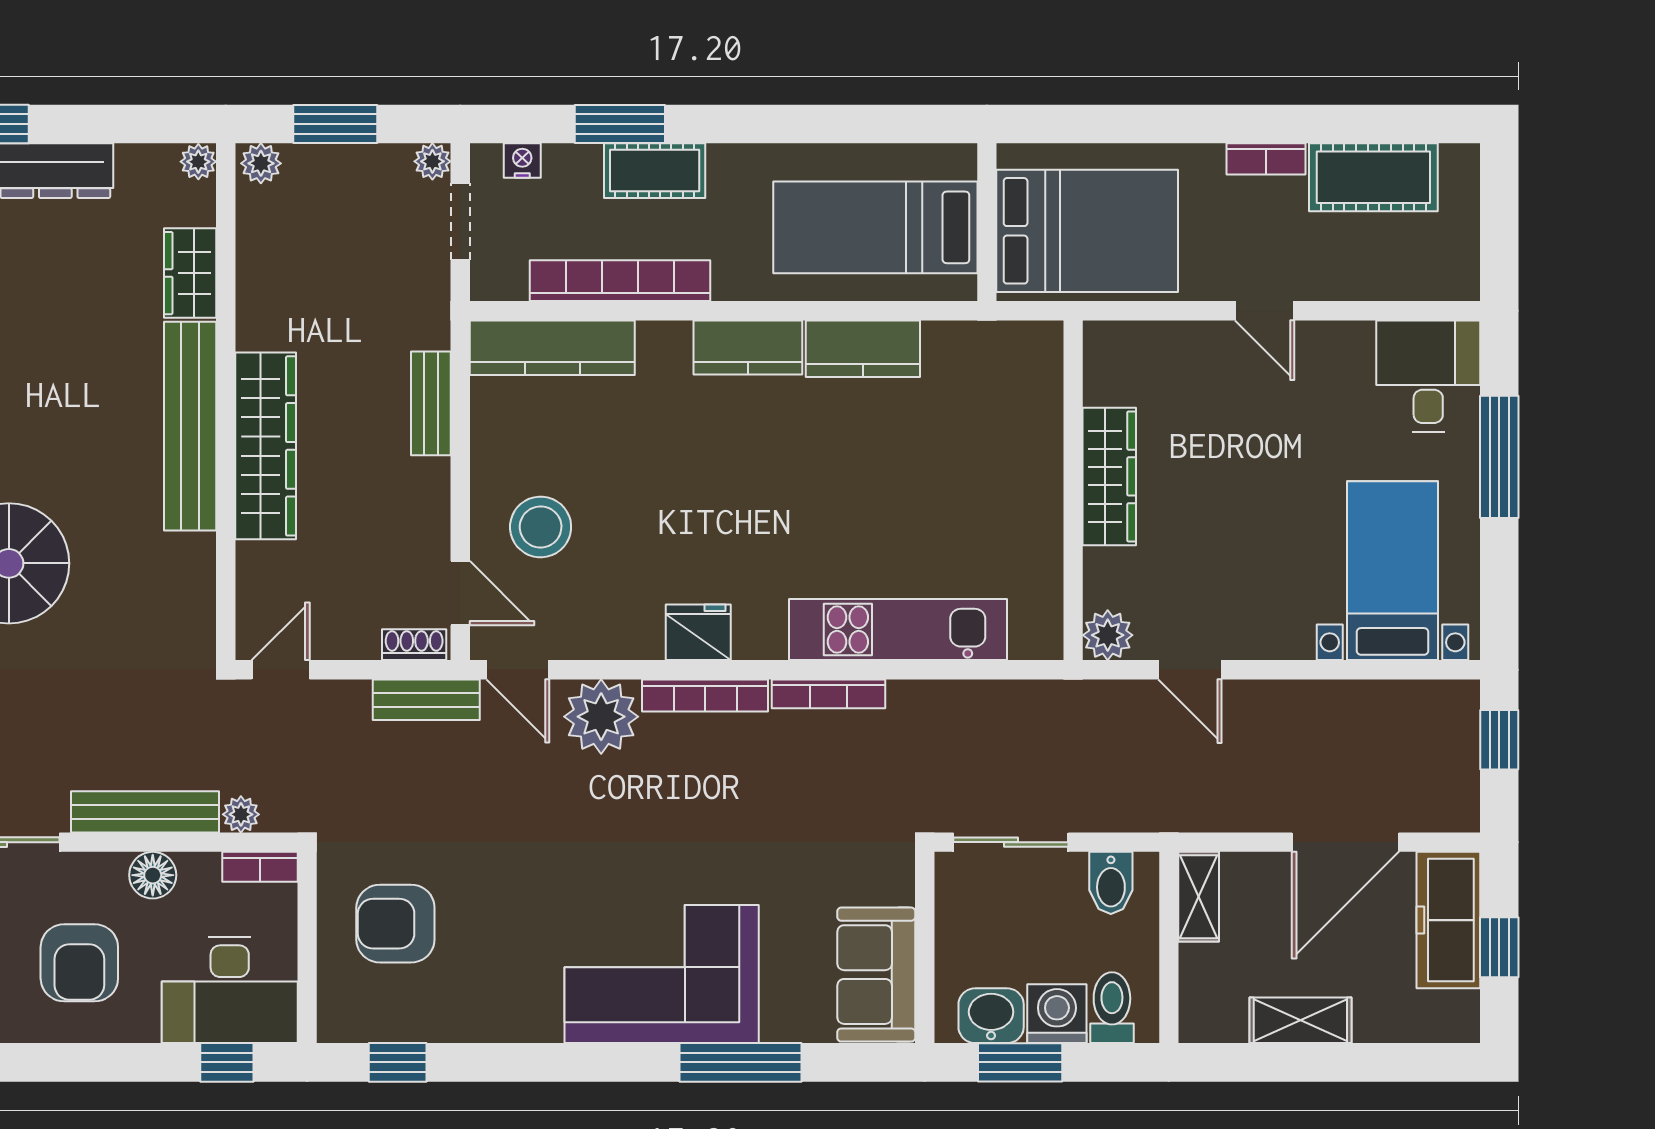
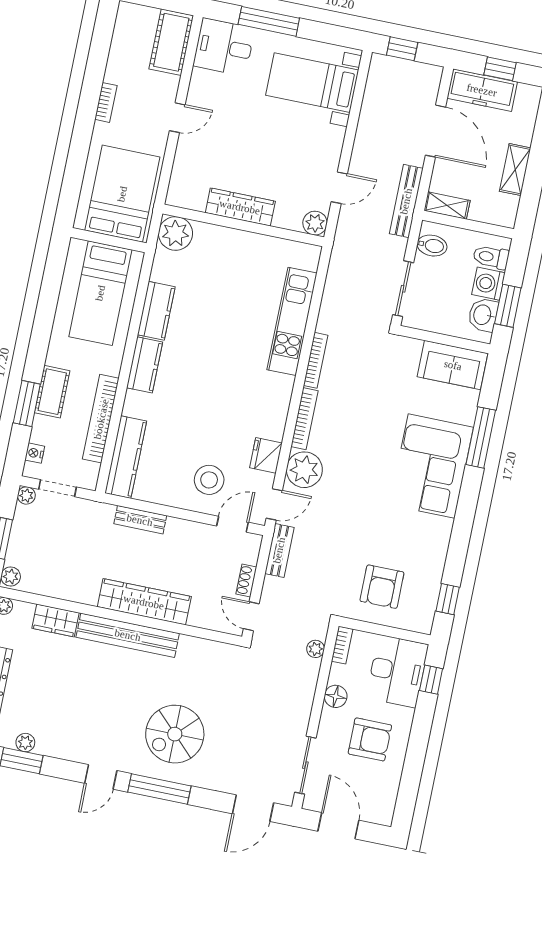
cot: (1373, 177) -> (171, 42), moved
plant: (1028, 356) -> (175, 233), added
fridge: (698, 632) -> (266, 455), moved
shoe rack: (414, 645) -> (246, 580), moved
bench: (145, 812) -> (406, 201), moved

